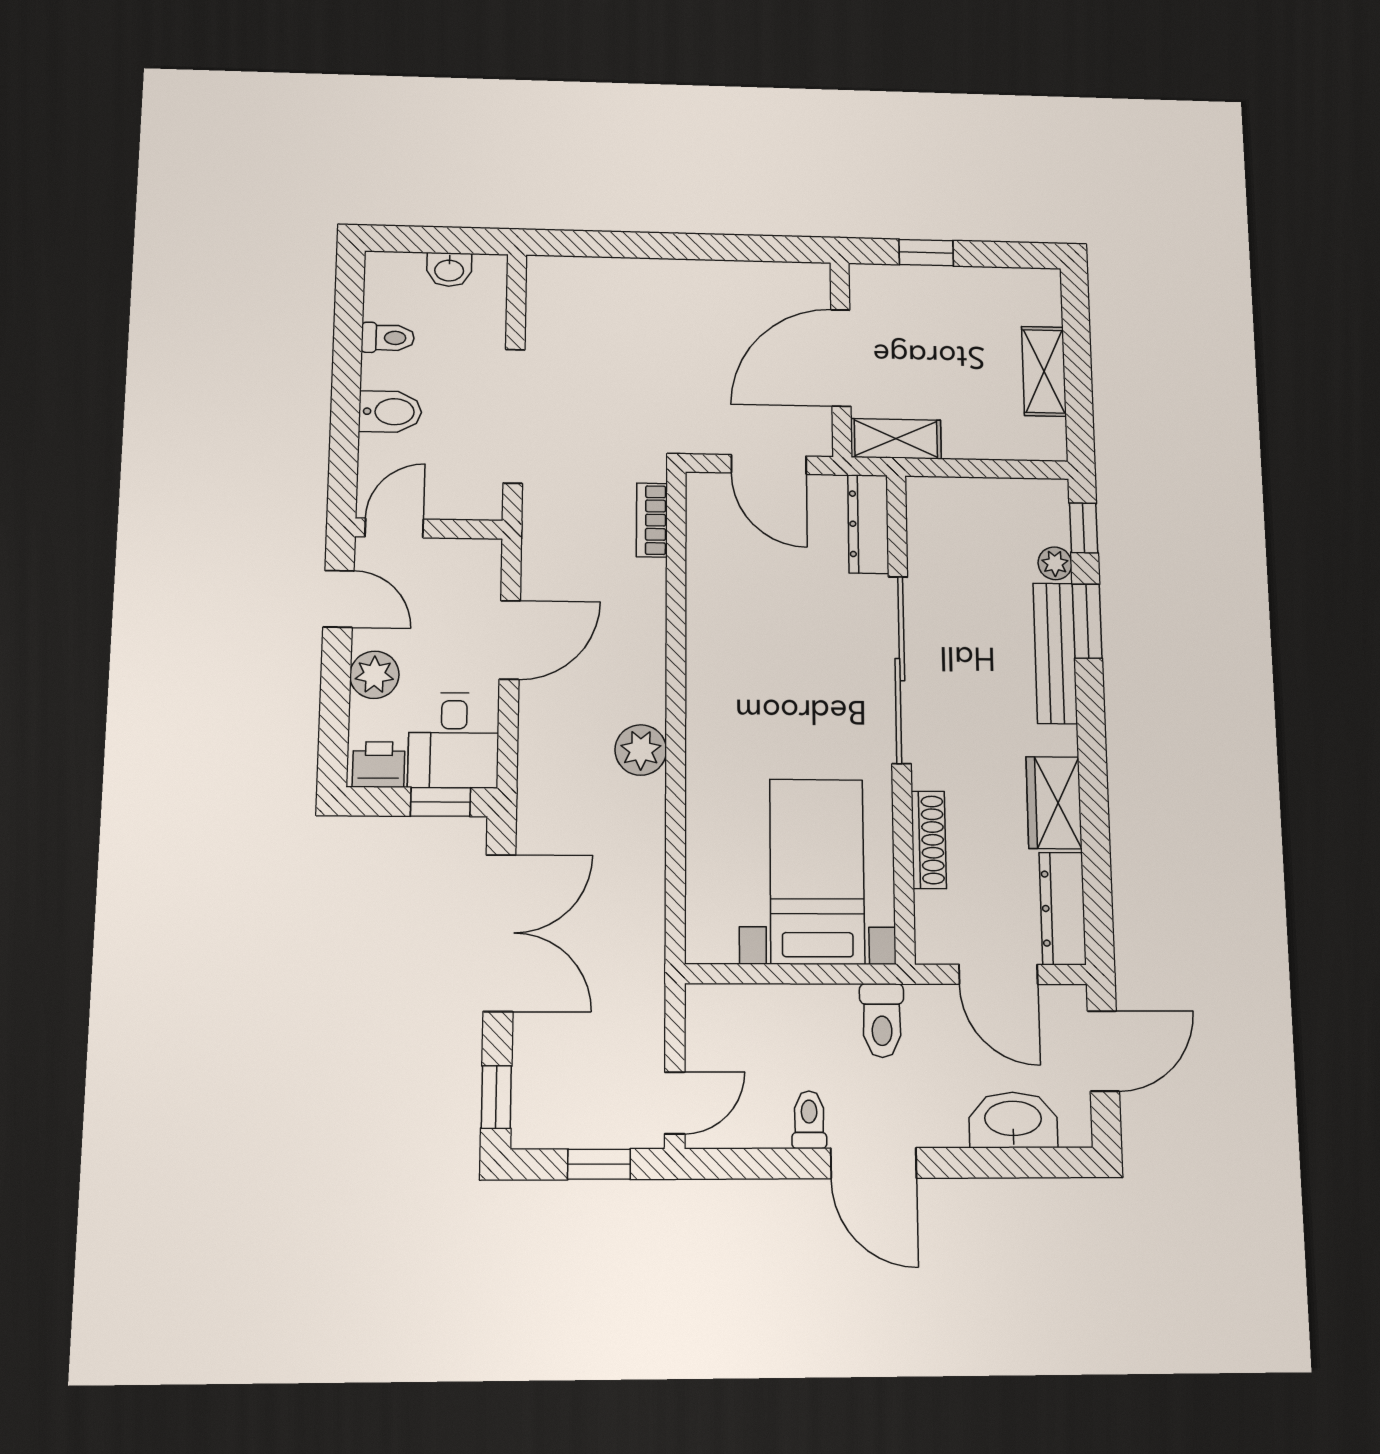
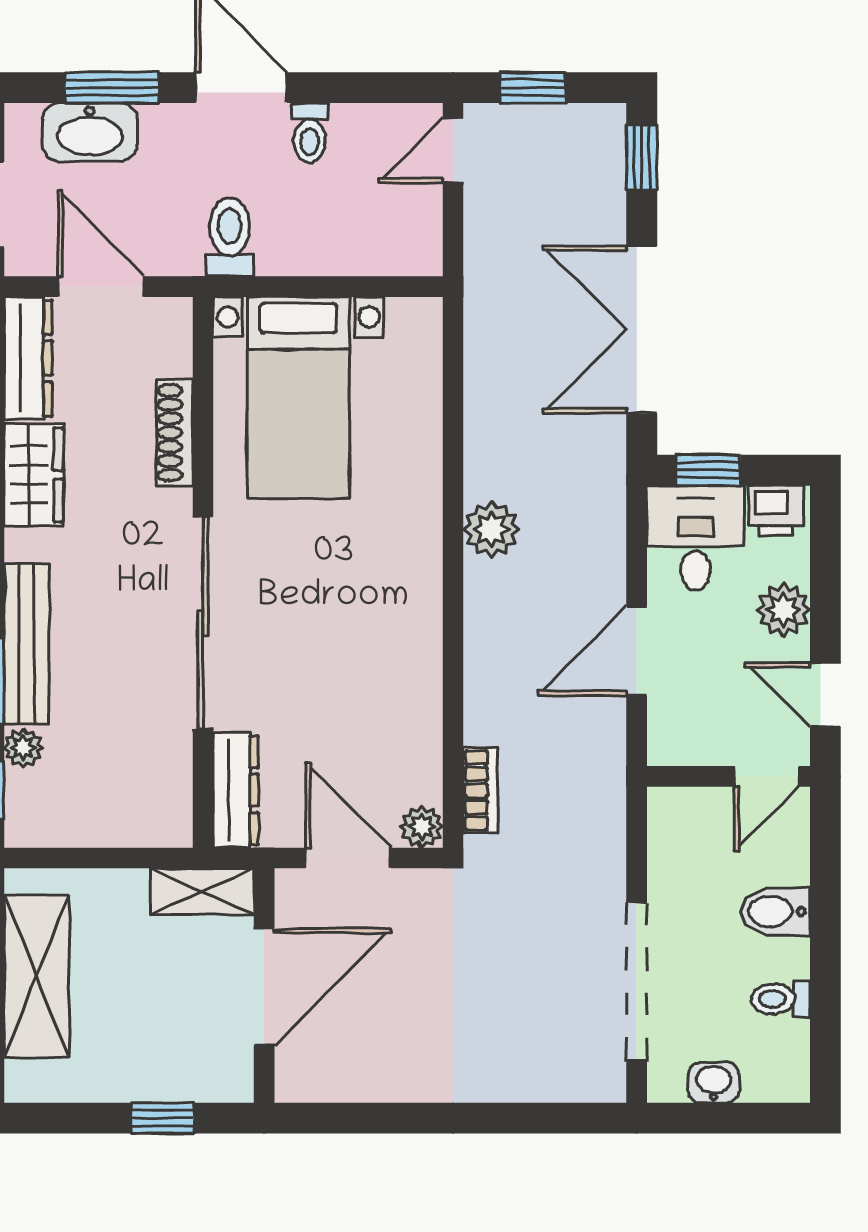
shelving: (1044, 371) -> (37, 976), width x1.50, depth x1.33
doorway: (514, 416) -> (637, 982), moved
plant: (704, 490) -> (422, 827), added
window: (994, 1163) -> (112, 88), added

